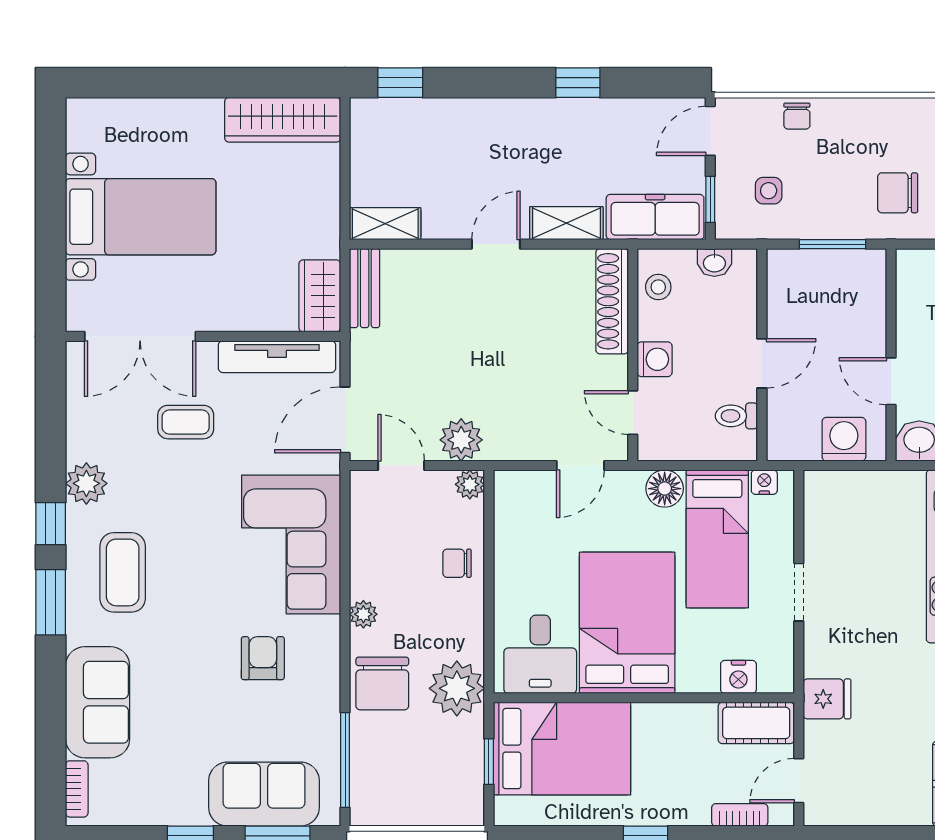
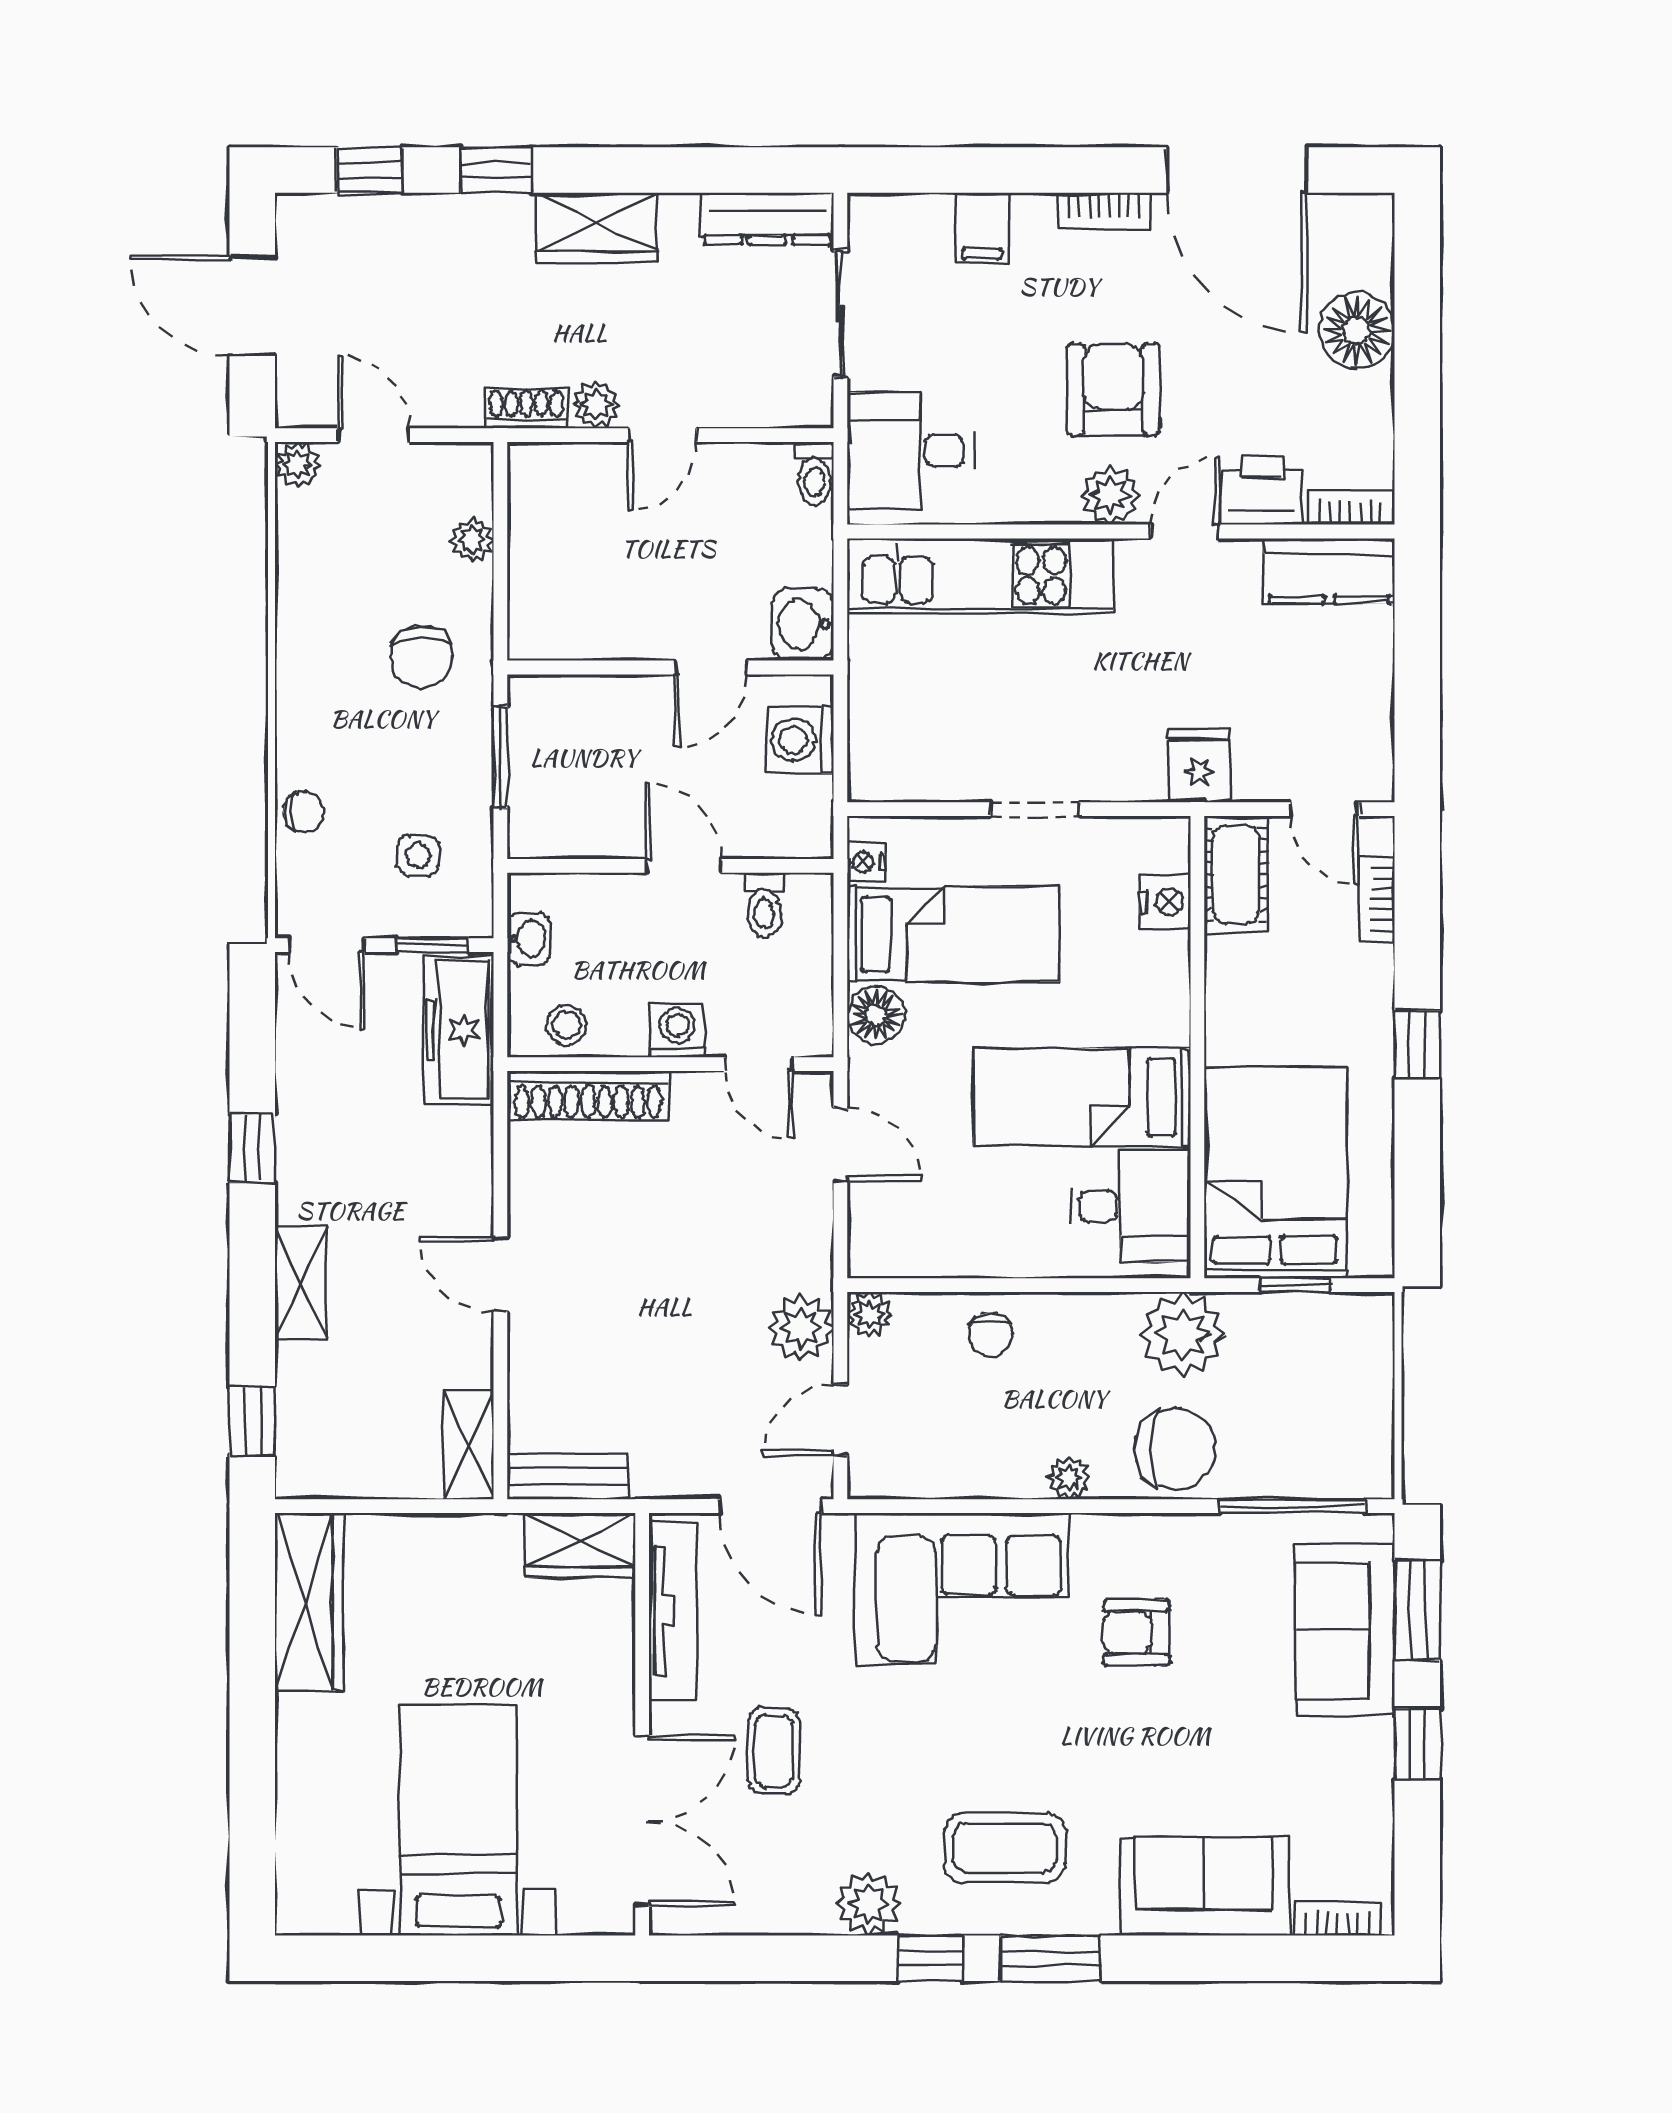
shelving: (566, 223) -> (300, 1283), moved
door: (633, 413) -> (759, 1064), hinge flipped
bed: (627, 623) -> (1082, 1097), width x0.67

